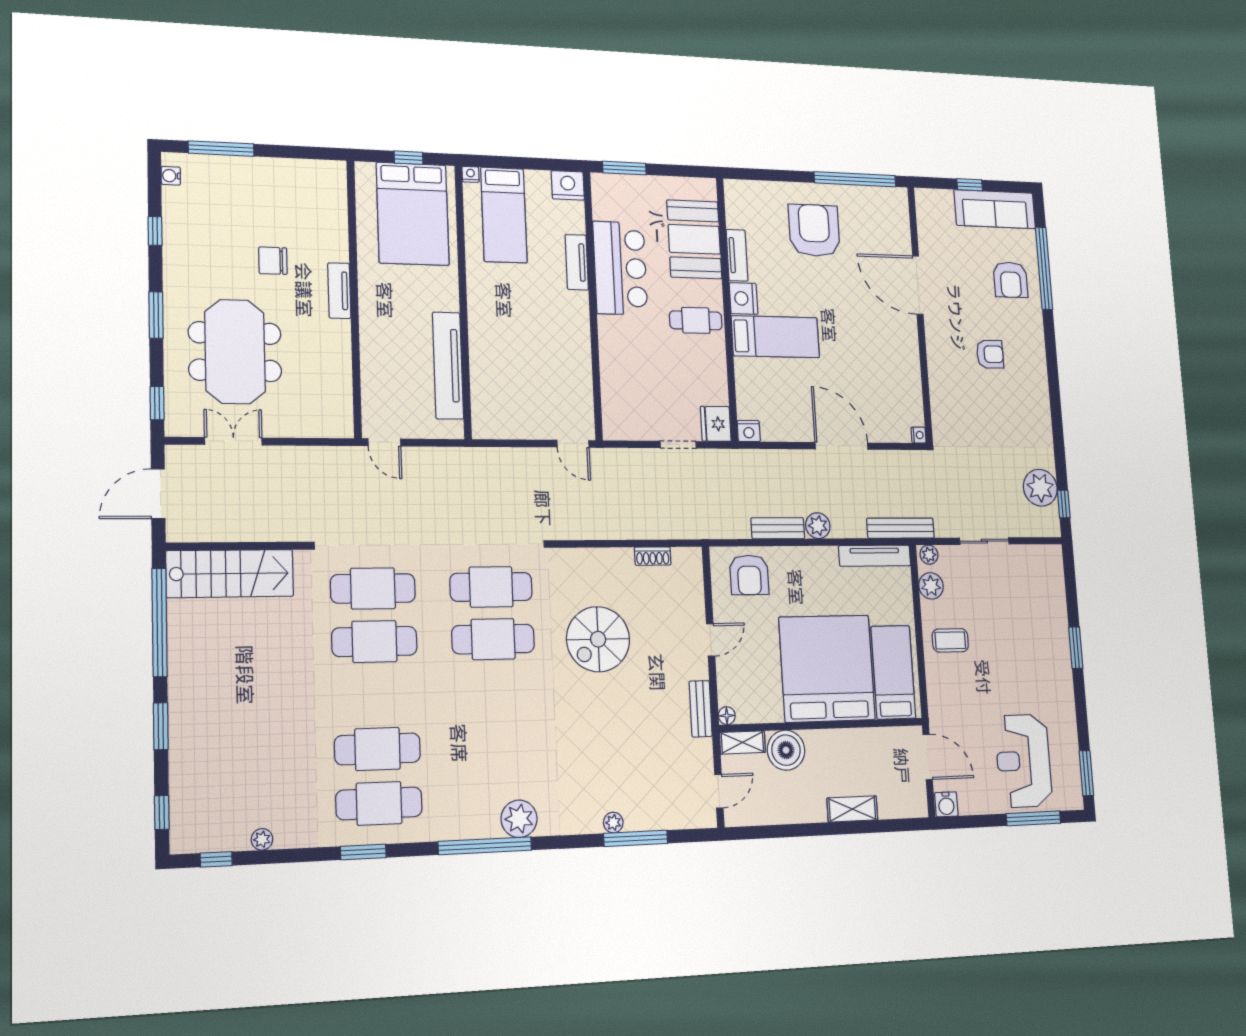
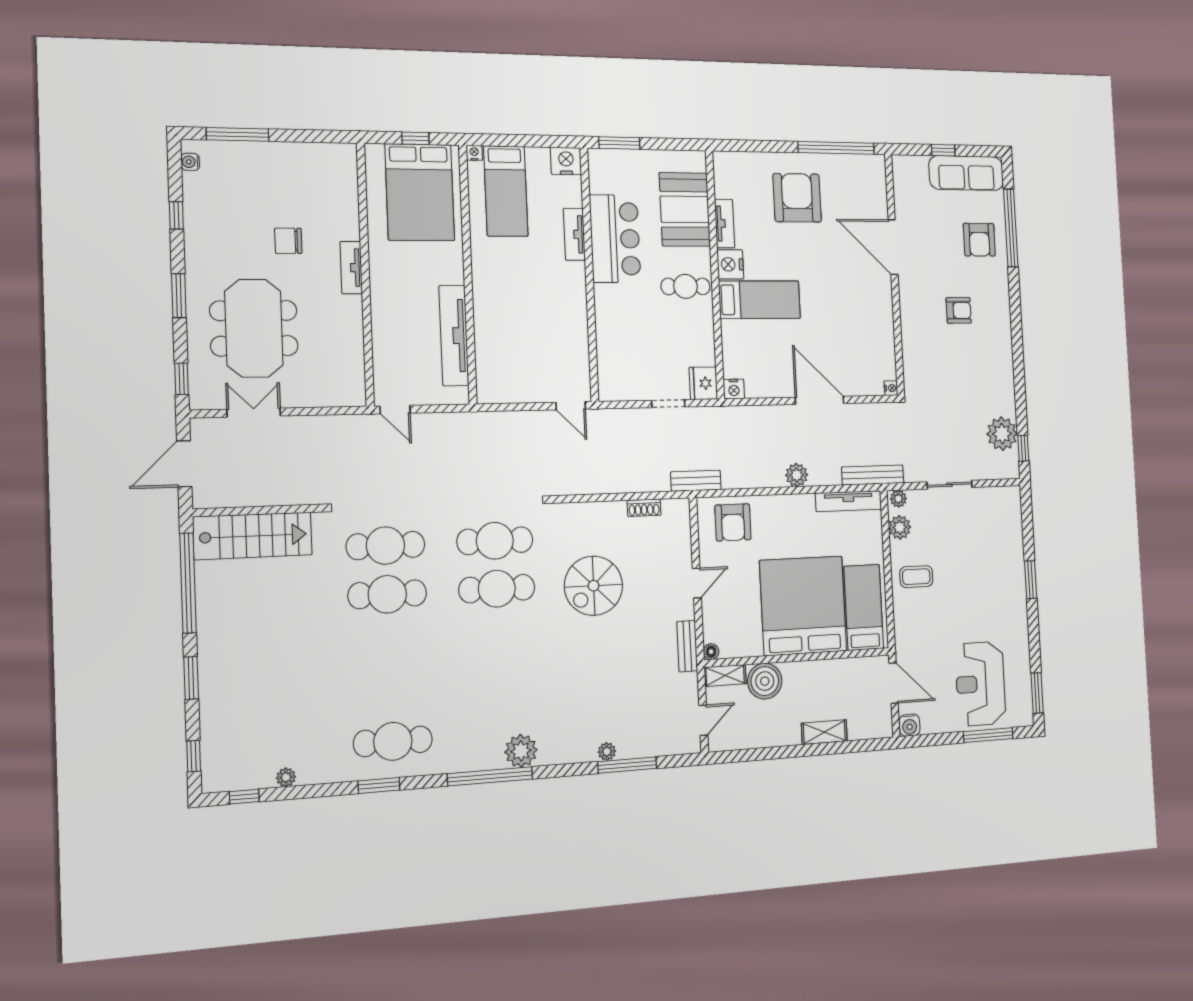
bench: (778, 528) -> (696, 481), moved
cafe table: (377, 749) -> (391, 692), removed

